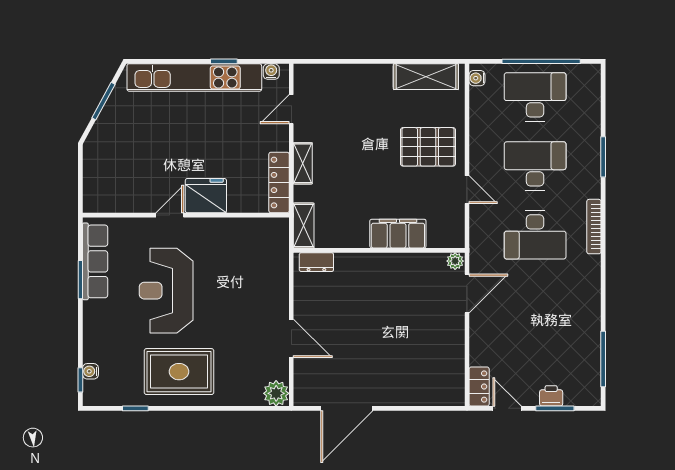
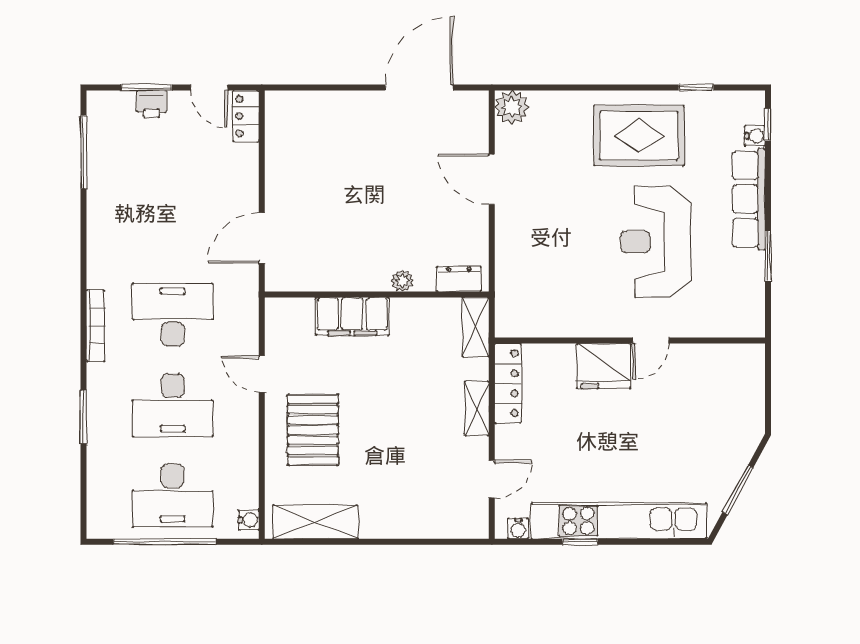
pallet: (428, 147) -> (313, 430), turned 90
row of seats: (95, 261) -> (749, 199), moved
plant: (455, 261) -> (402, 280), moved
reception desk: (166, 291) -> (656, 242), turned 180

